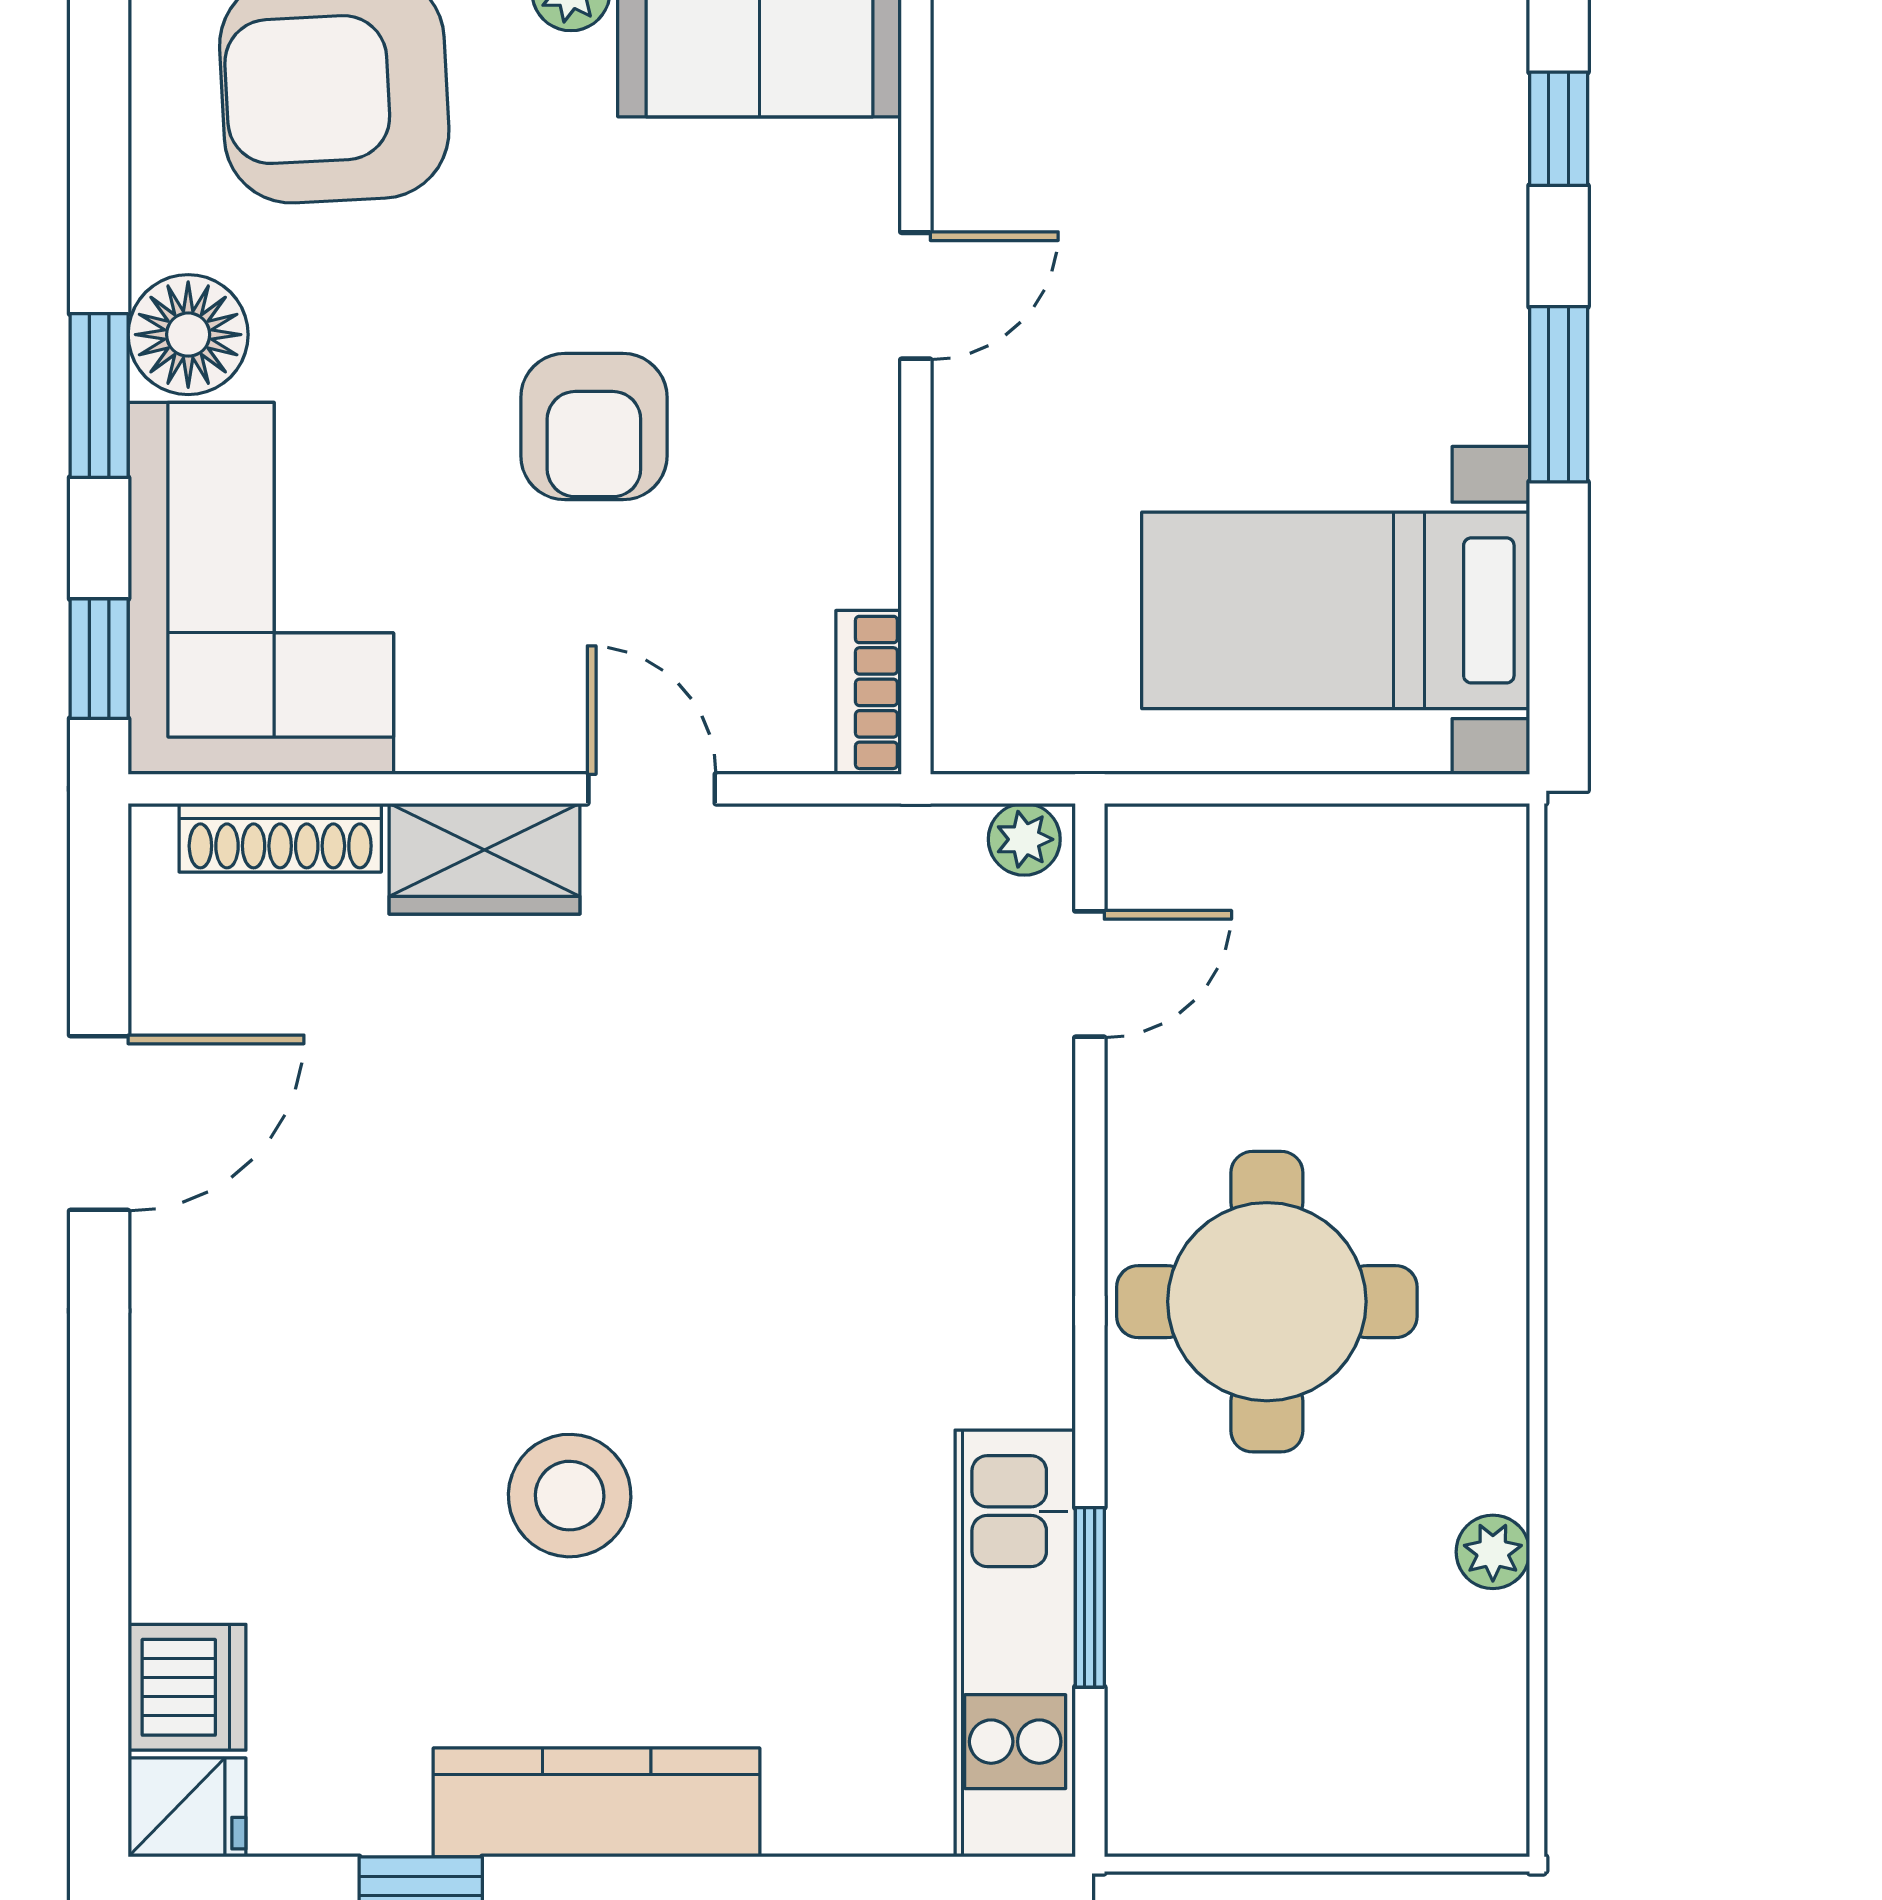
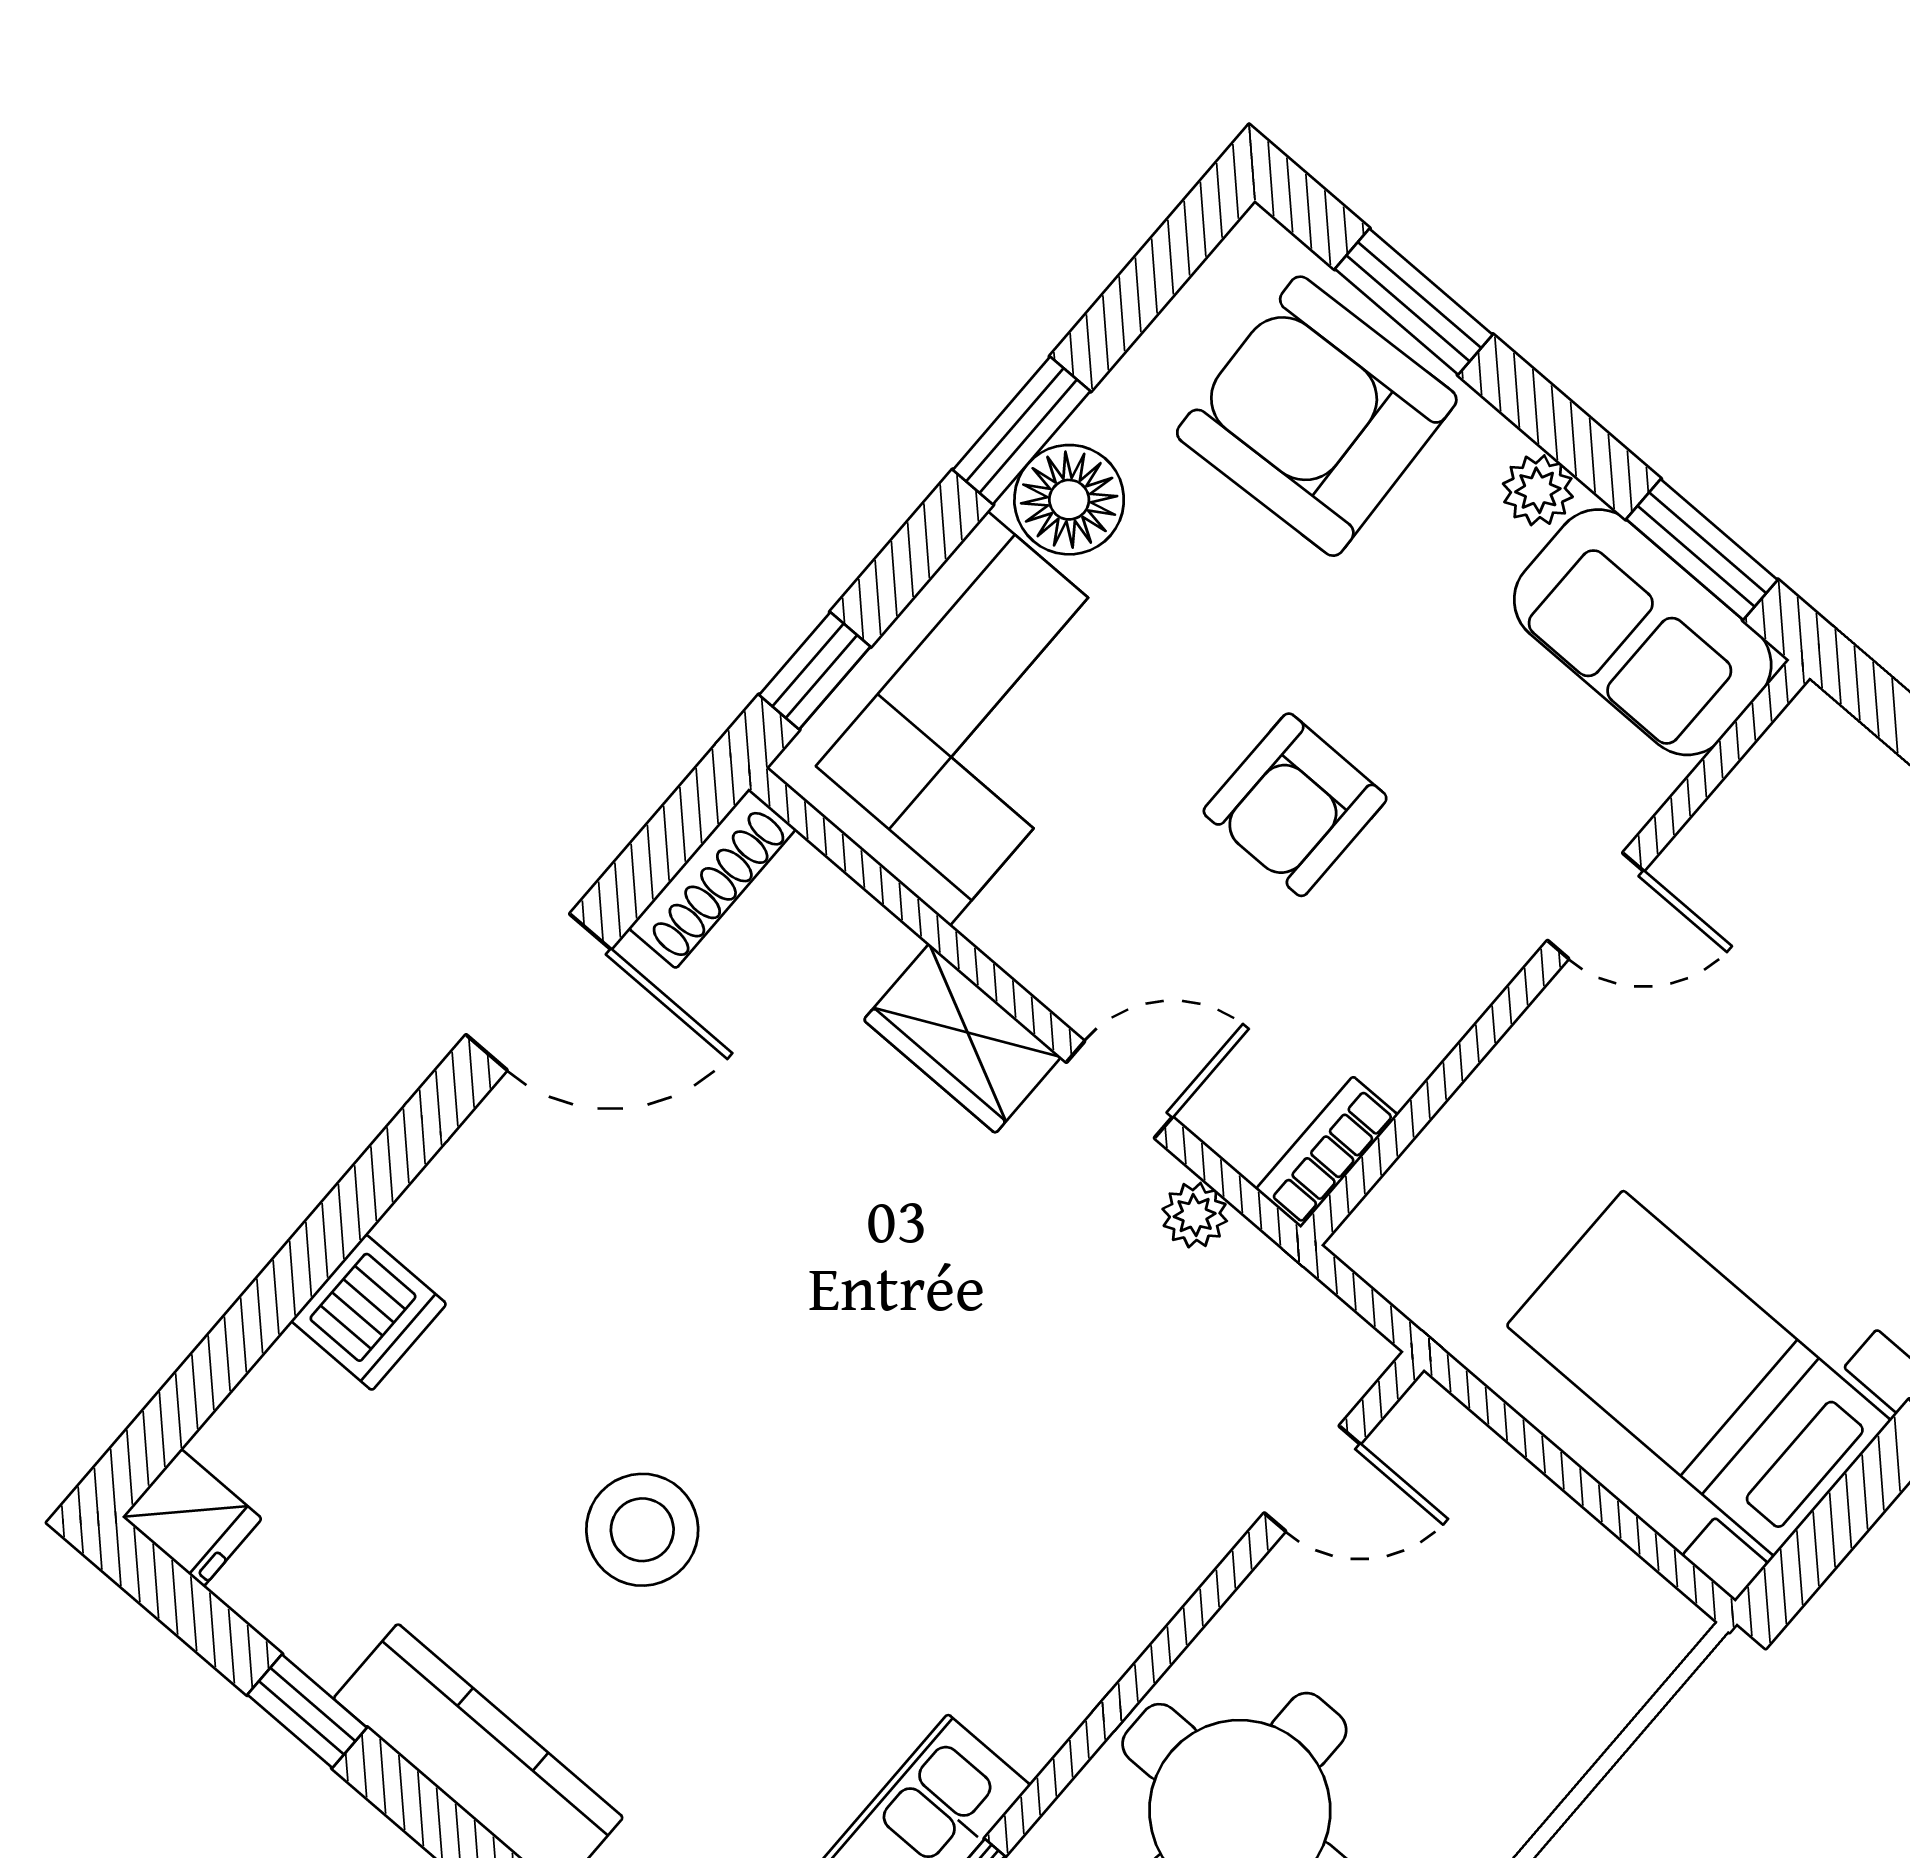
window: (99, 396) -> (1022, 430), moved
door: (652, 789) -> (1119, 1090), hinge flipped
shoe rack: (280, 838) -> (712, 879), moved, turned -90
plant: (1024, 839) -> (1195, 1215), moved
dishwasher: (187, 1687) -> (369, 1312), moved

